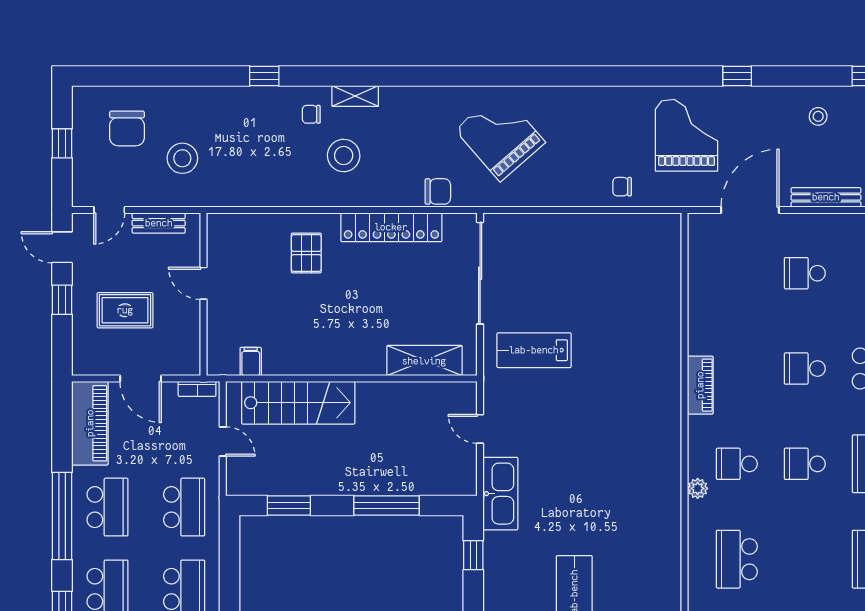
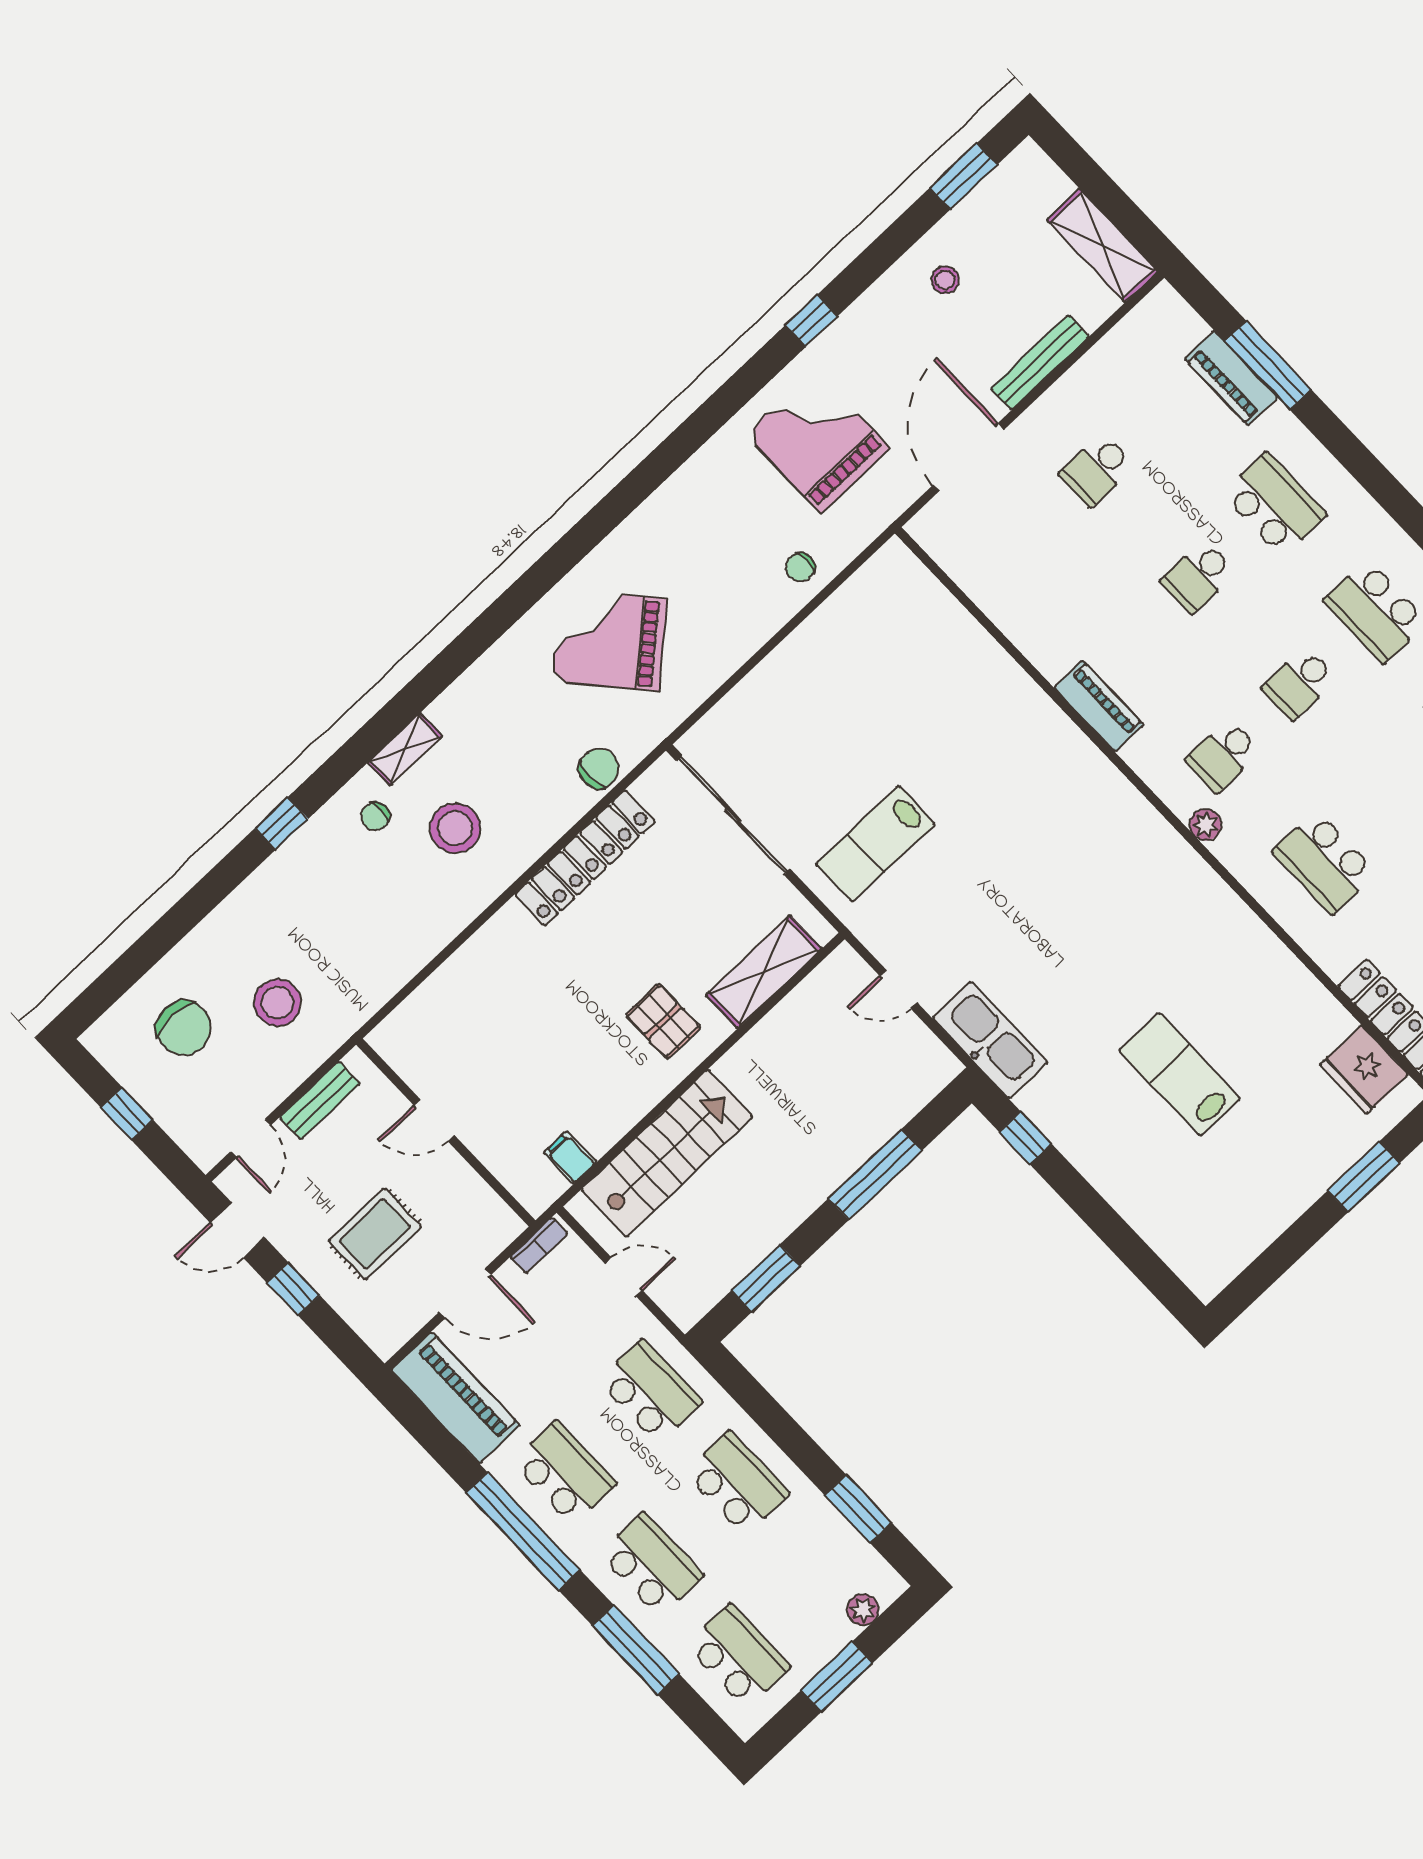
pallet: (306, 253) -> (663, 1021), moved

